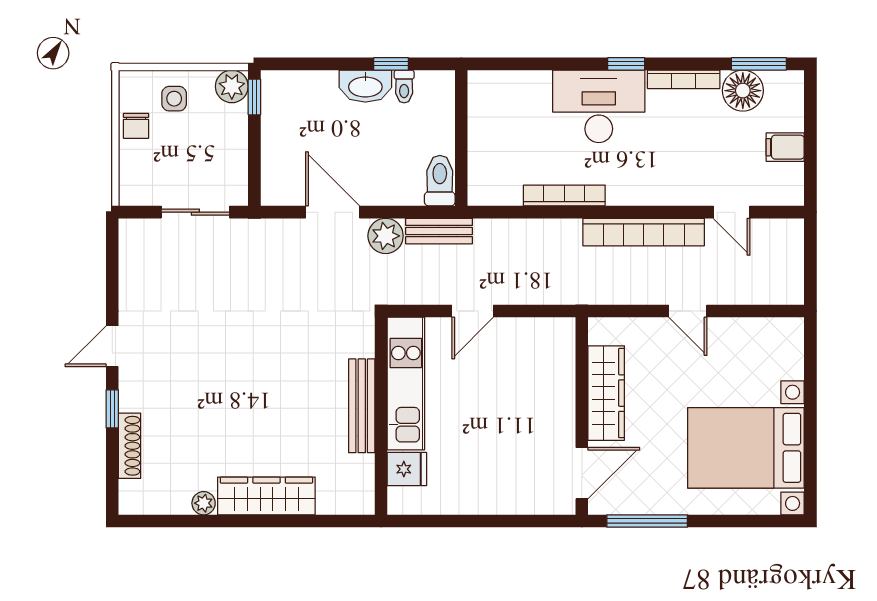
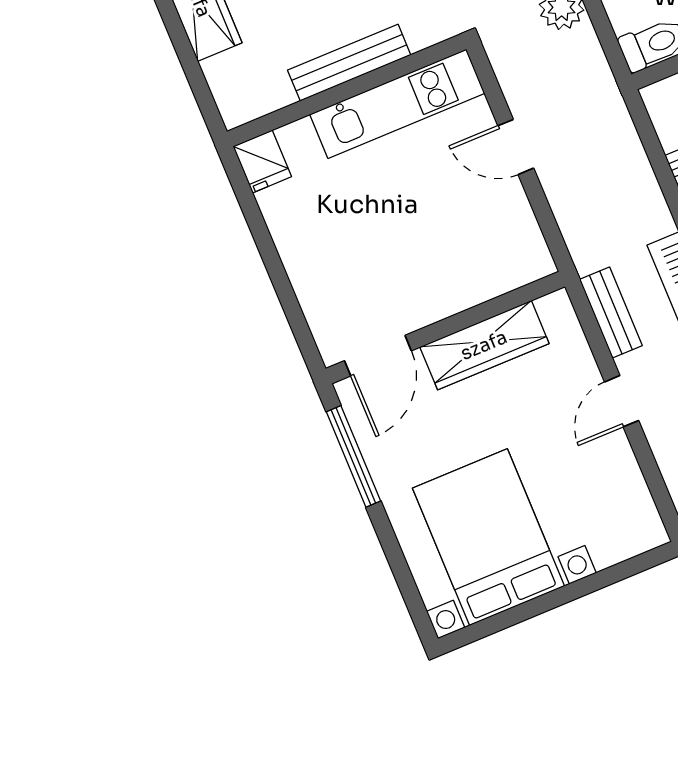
bench: (439, 231) -> (611, 312), moved
fridge: (407, 469) -> (262, 161), moved
door: (582, 473) -> (378, 356), hinge flipped

